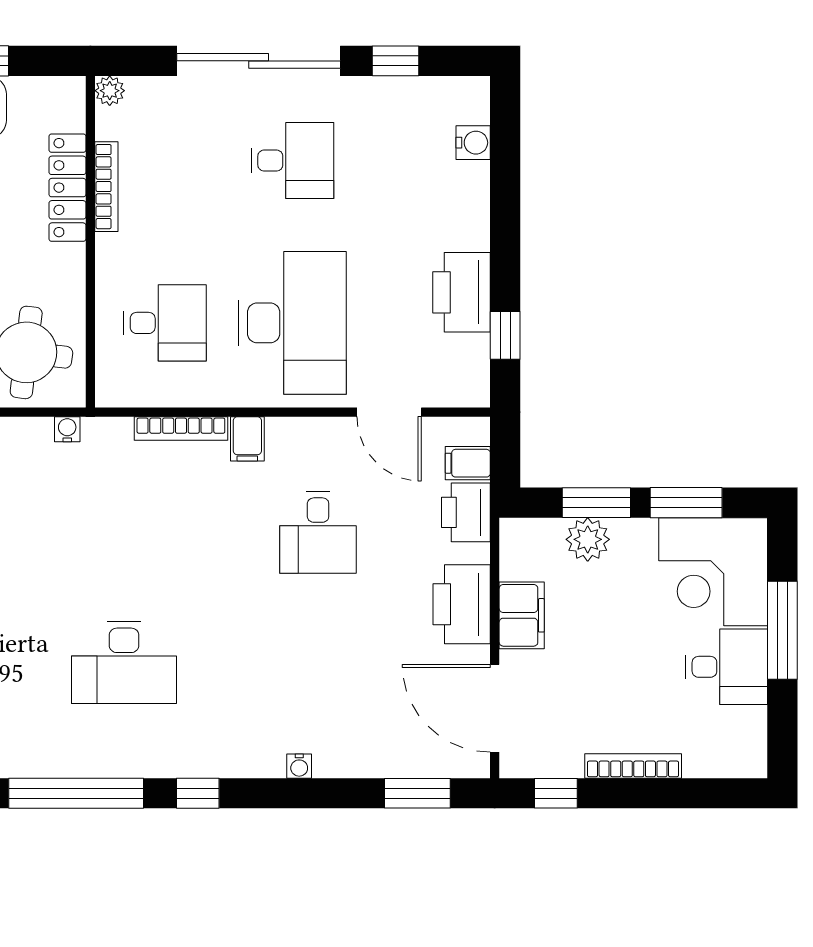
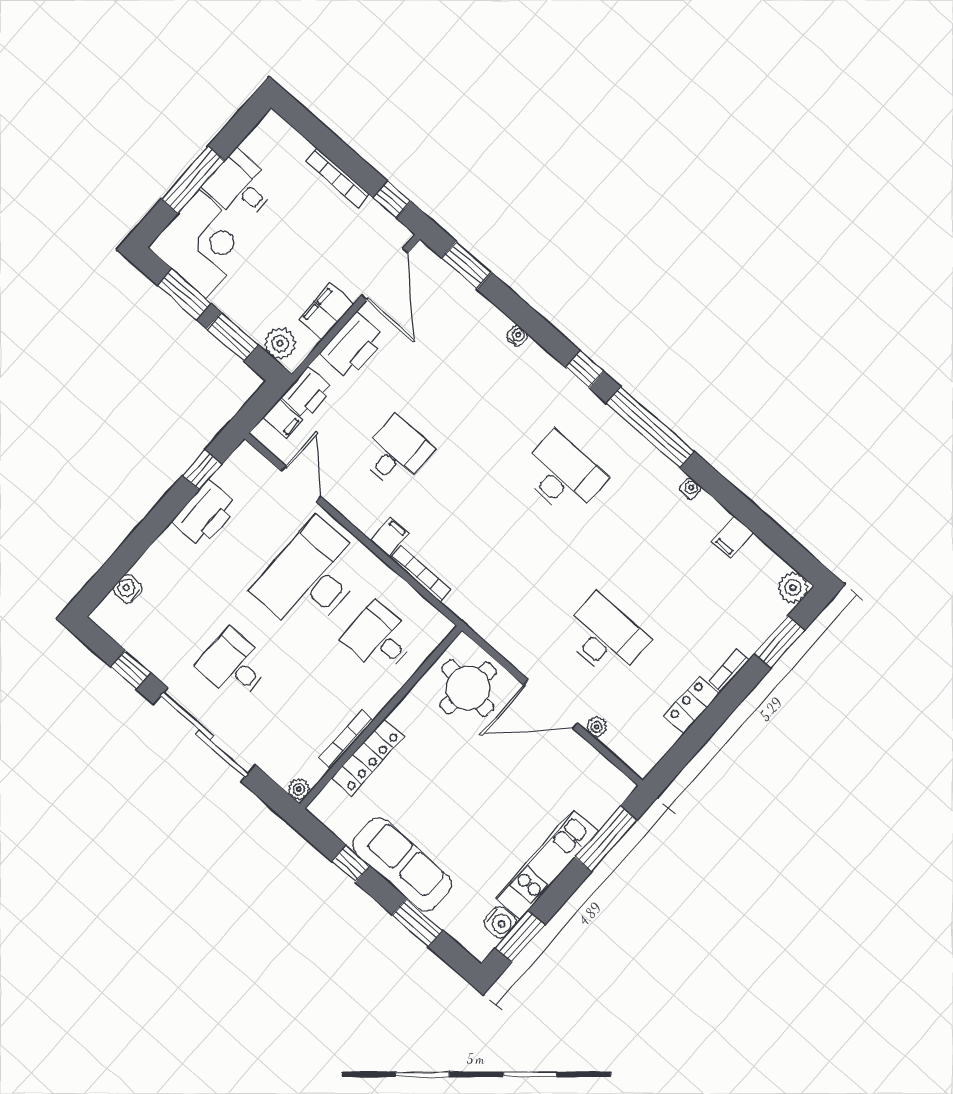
water cooler: (67, 429) -> (482, 627), removed
plant: (588, 539) -> (280, 343), moved

